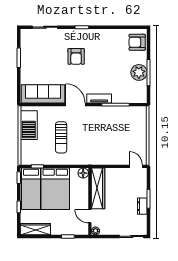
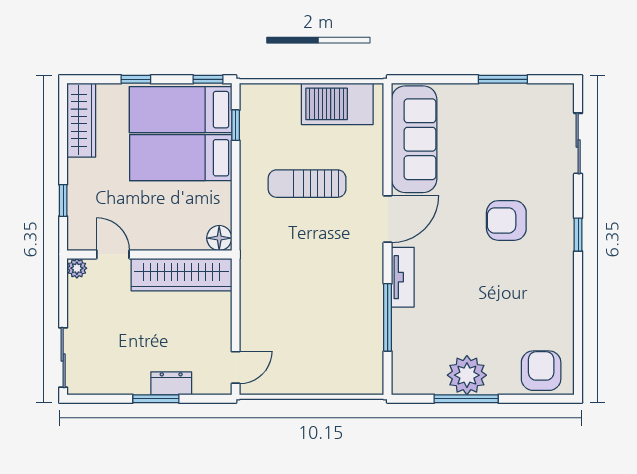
bed: (55, 189) -> (181, 158), width x0.67
dresser: (142, 206) -> (171, 383), moved
door: (90, 216) -> (113, 254), hinge flipped

